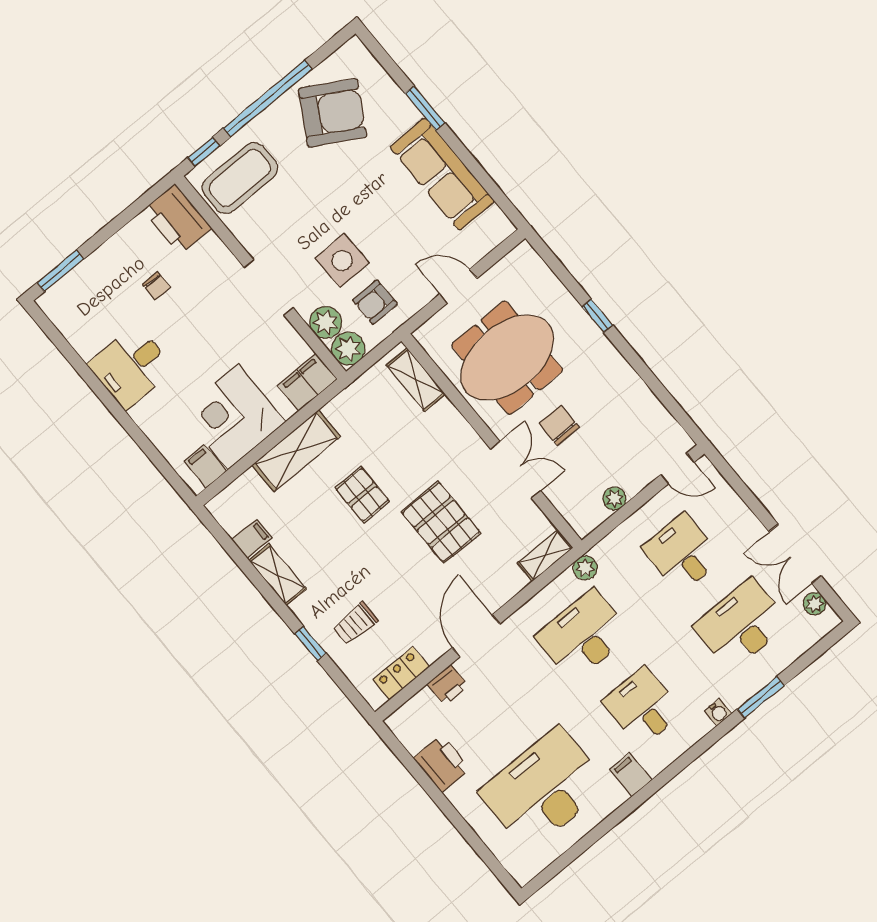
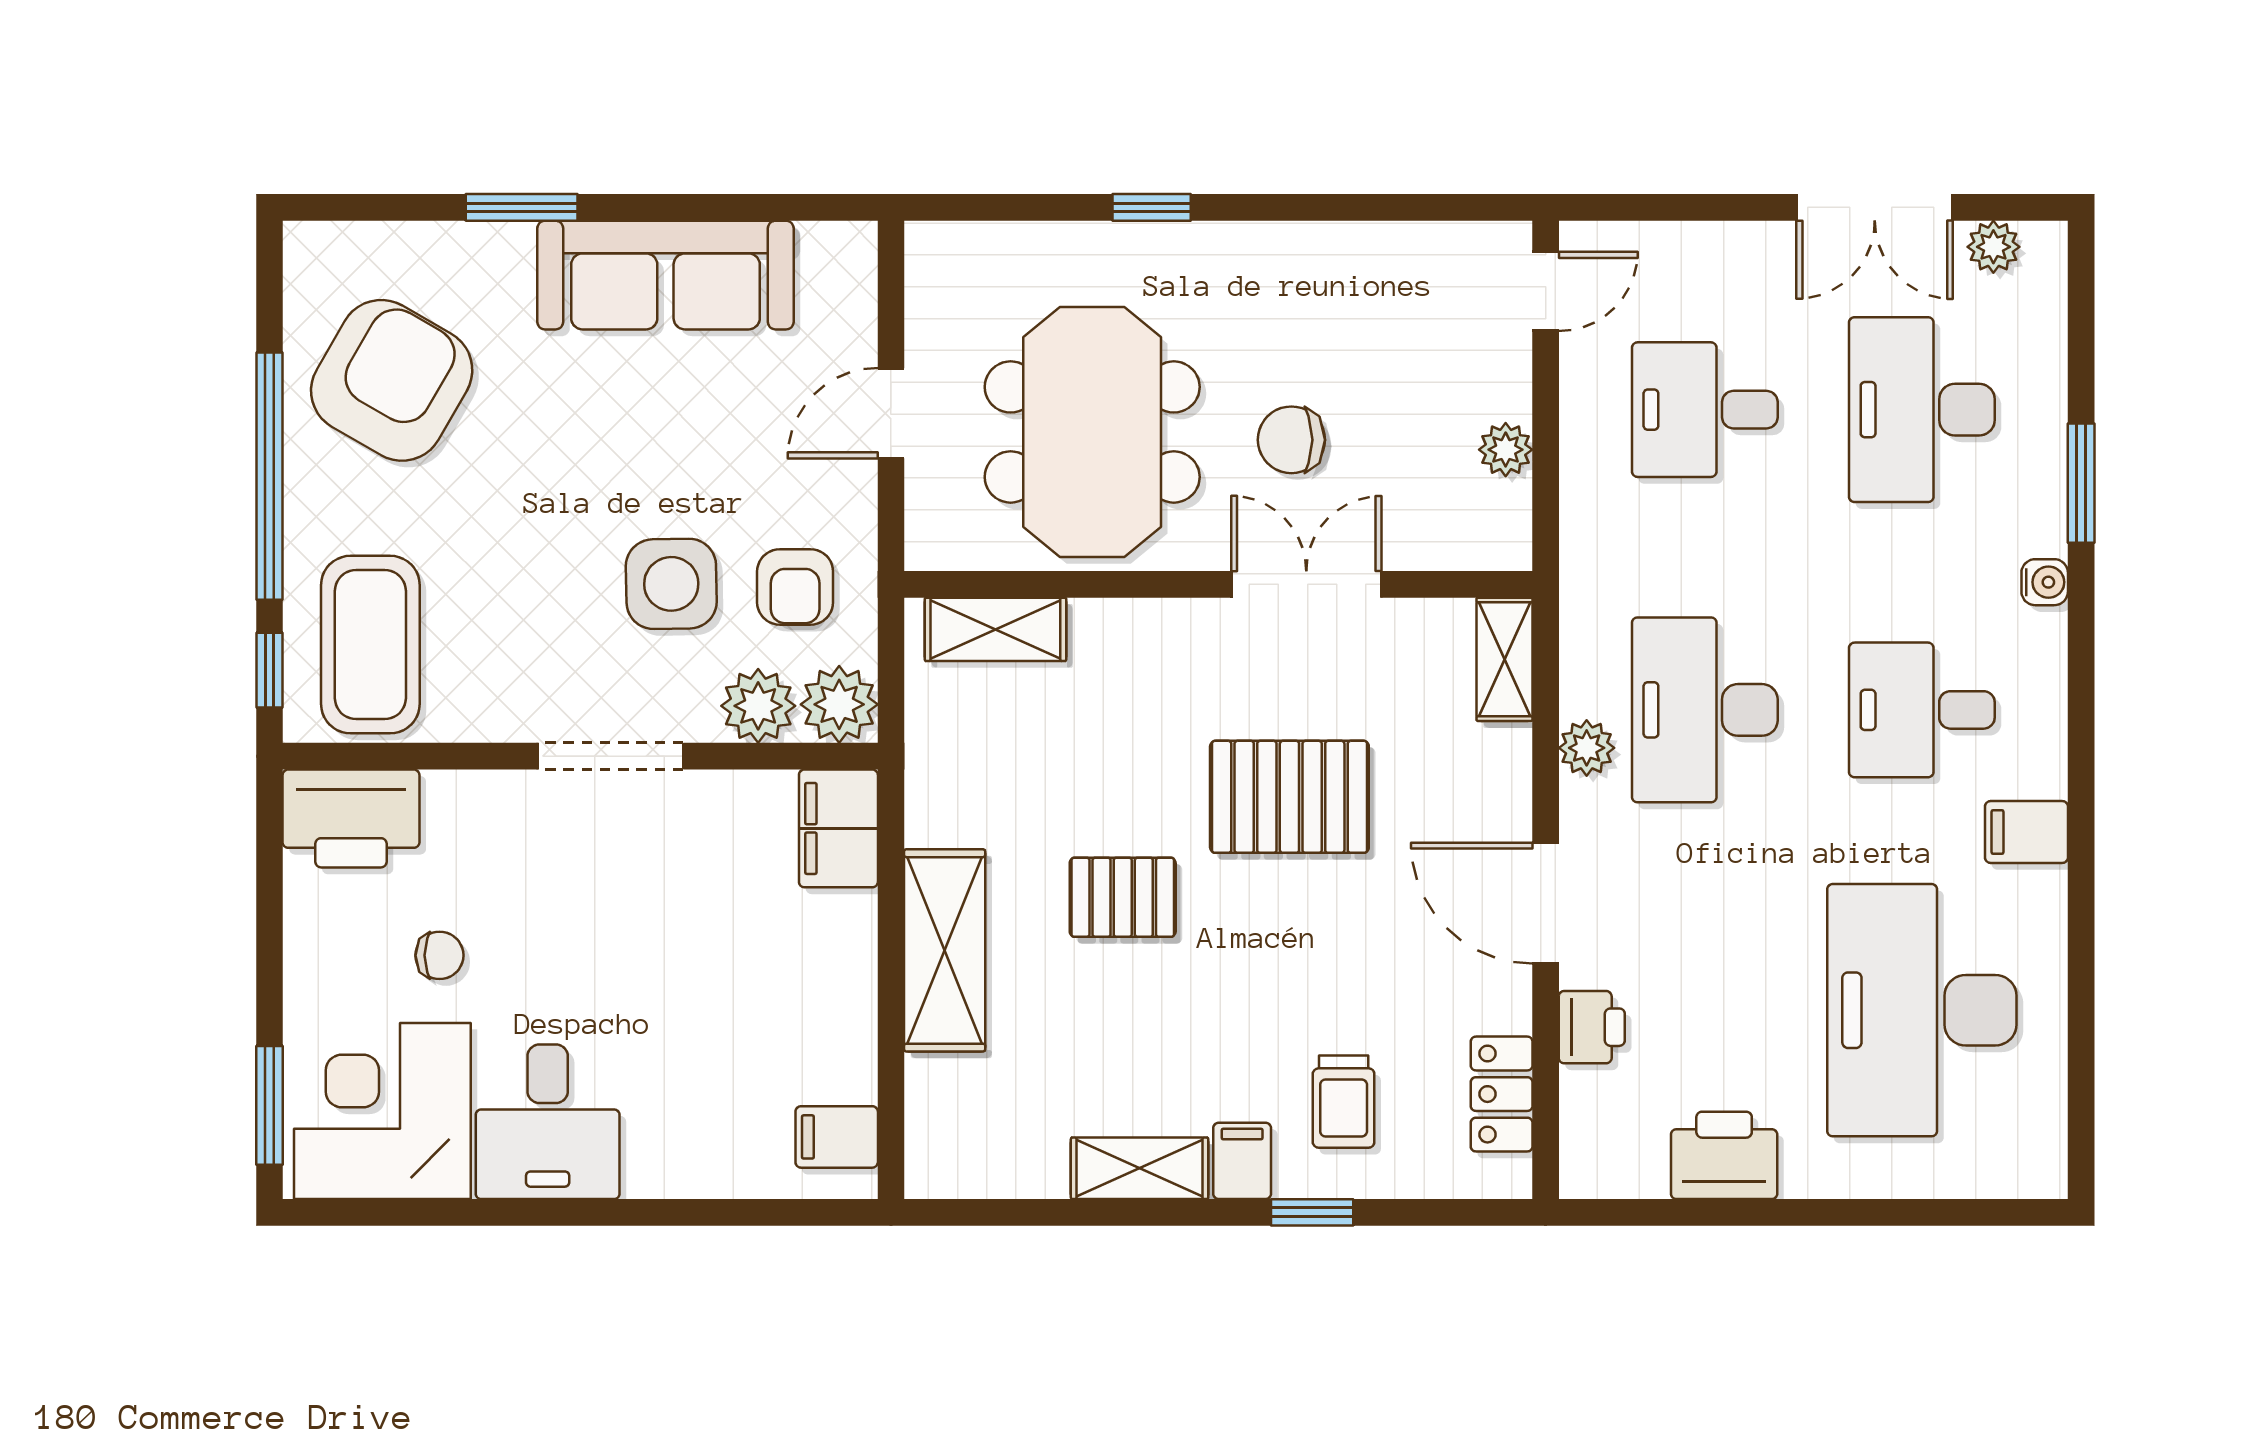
corner desk: (233, 417) -> (382, 1111), moved, turned 90
filing cabinet: (252, 539) -> (1242, 1161), moved
plant: (585, 568) -> (1587, 748), moved

